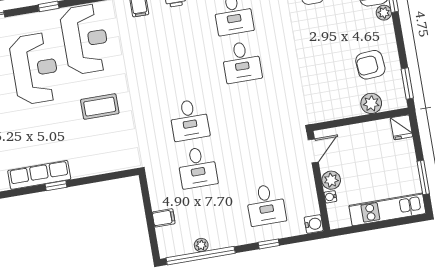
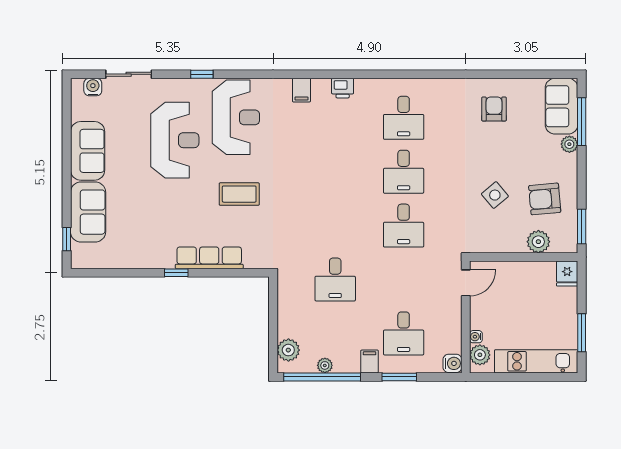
side table: (326, 69) -> (495, 195), added
desk: (189, 120) -> (404, 226), moved
row of seats: (39, 175) -> (209, 258), moved
plant: (331, 180) -> (480, 355), moved
filing cabinet: (164, 218) -> (370, 361), moved, turned -90
plant: (167, 237) -> (288, 350), added
window: (269, 244) -> (399, 377), width x1.50

